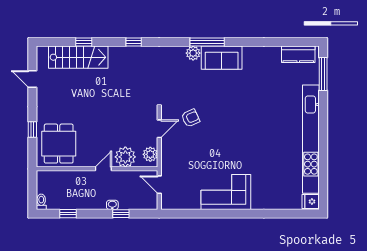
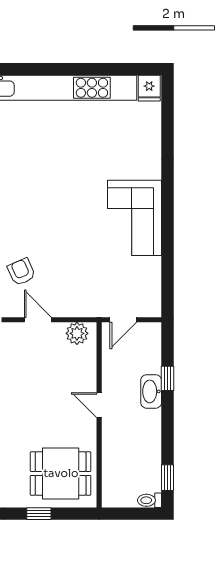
plant: (125, 157) -> (81, 372), removed
washbasin: (112, 205) -> (151, 391), width x1.91, depth x1.45
window: (68, 214) -> (168, 478), moved

